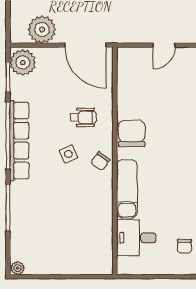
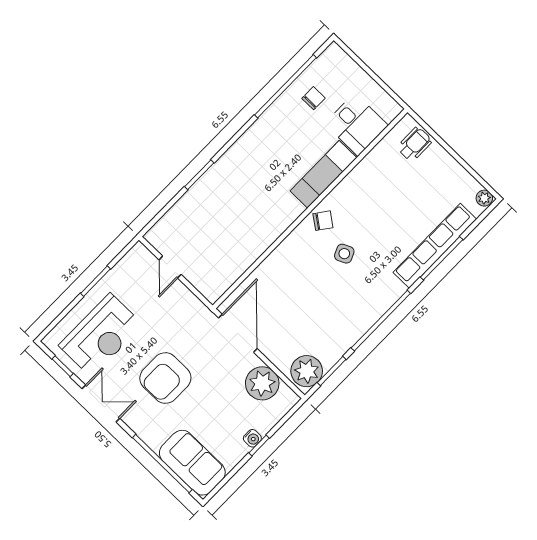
door: (164, 45) -> (170, 267), swing flipped
wheelchair: (83, 117) -> (415, 144), moved, turned 90
chair: (132, 133) -> (272, 218), removed
row of seats: (19, 141) -> (435, 246), moved
chair: (184, 246) -> (314, 98), moved

